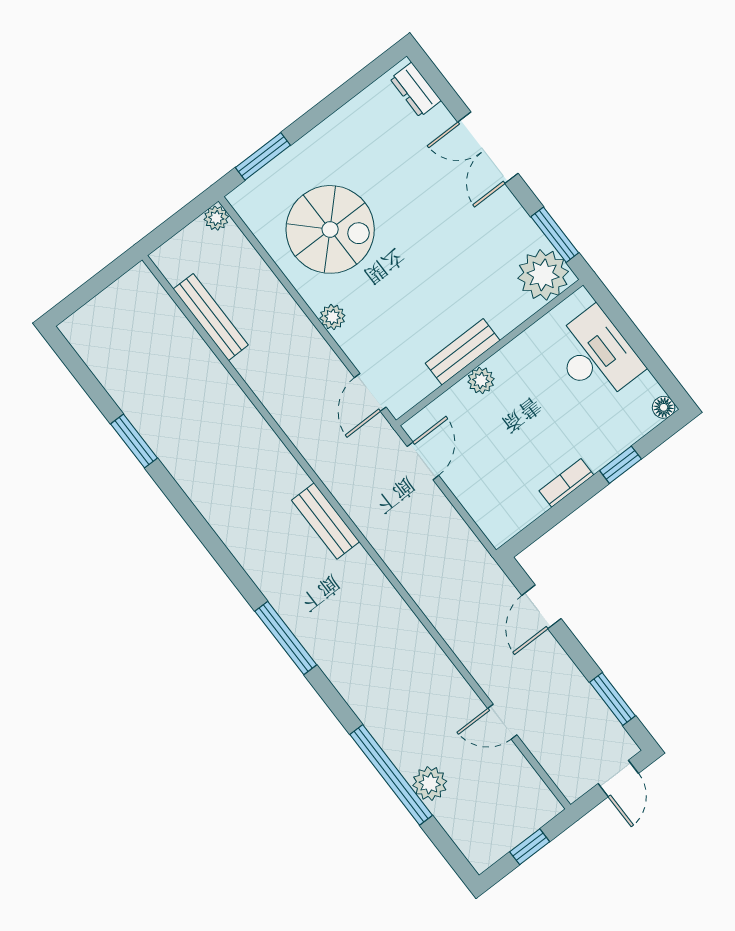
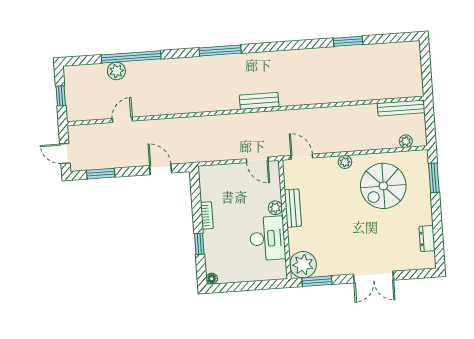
dresser: (416, 90) -> (427, 239), moved, turned -90
double door: (488, 148) -> (373, 277), swing flipped
plant: (216, 218) -> (406, 141), moved
bench: (211, 317) -> (401, 108), moved
desk: (596, 355) -> (267, 238), moved, turned -90

